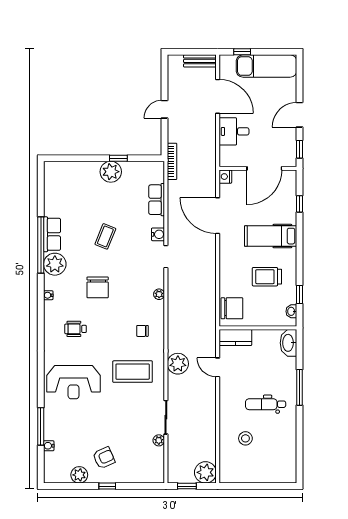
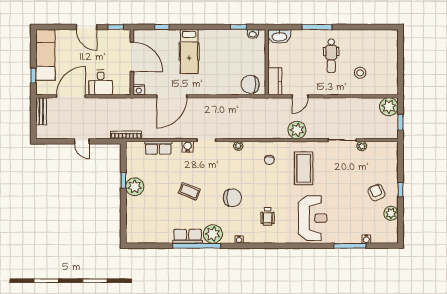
trolley: (267, 277) -> (223, 55), removed
chair: (232, 308) -> (250, 84), turned -88

